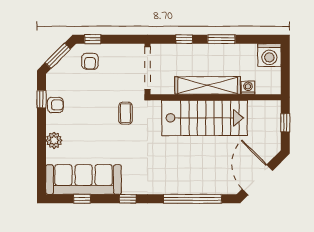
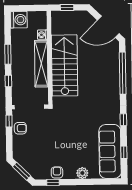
window: (93, 39) -> (9, 121), moved
armchair: (90, 61) -> (20, 128), moved
coffee table: (125, 113) -> (62, 122), removed

